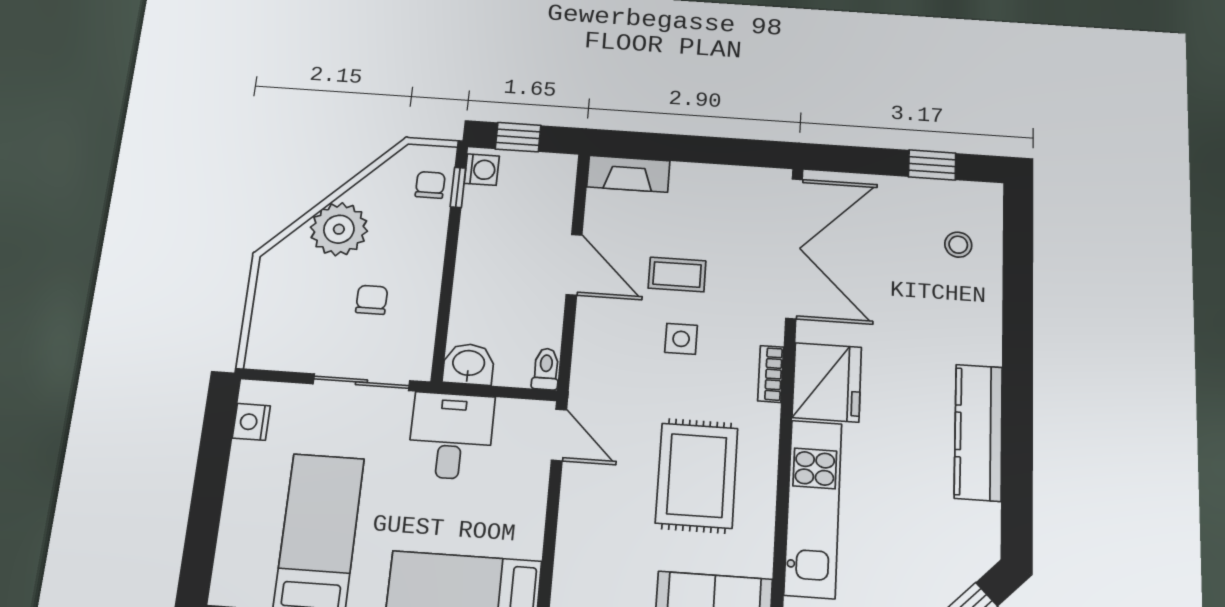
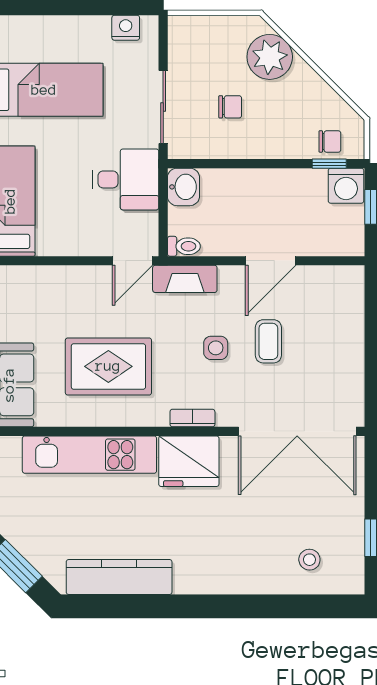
washing machine: (482, 170) -> (346, 186), width x1.38, depth x1.38
fireplace: (628, 174) -> (185, 279), moved, turned -90
plant: (339, 229) -> (270, 57), moved
kitchen counter: (978, 432) -> (119, 577), moved

